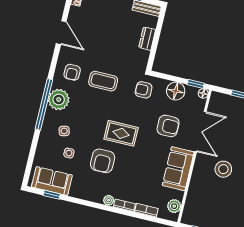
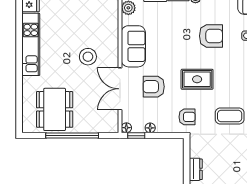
floor lamp: (176, 91) -> (150, 128), width x0.53, depth x0.53
rug: (121, 133) -> (197, 79), moved
armchair: (103, 161) -> (211, 36), turned 90

